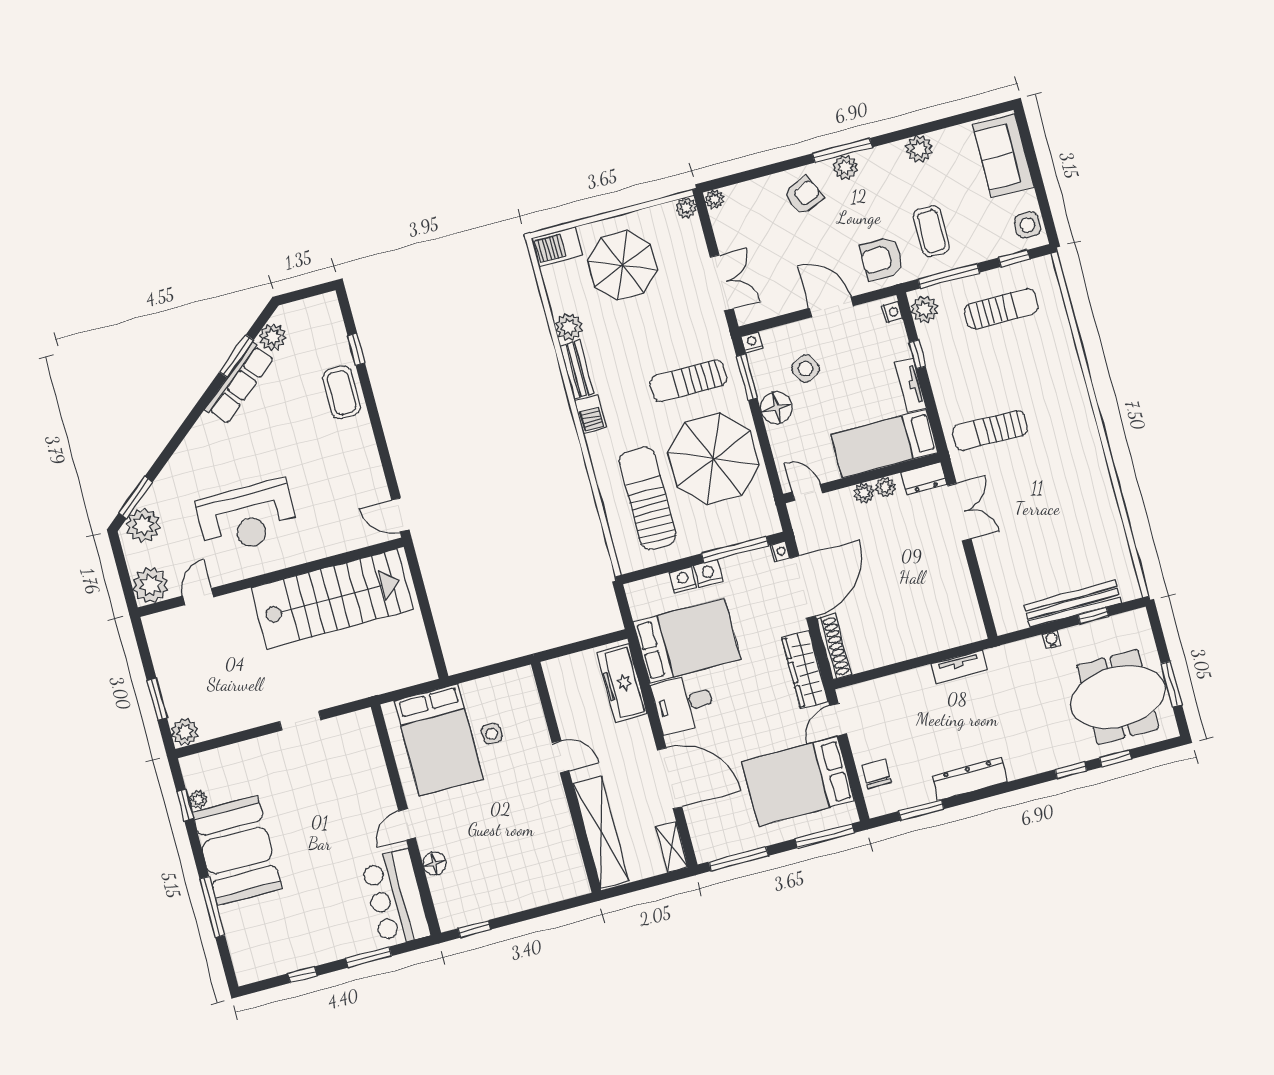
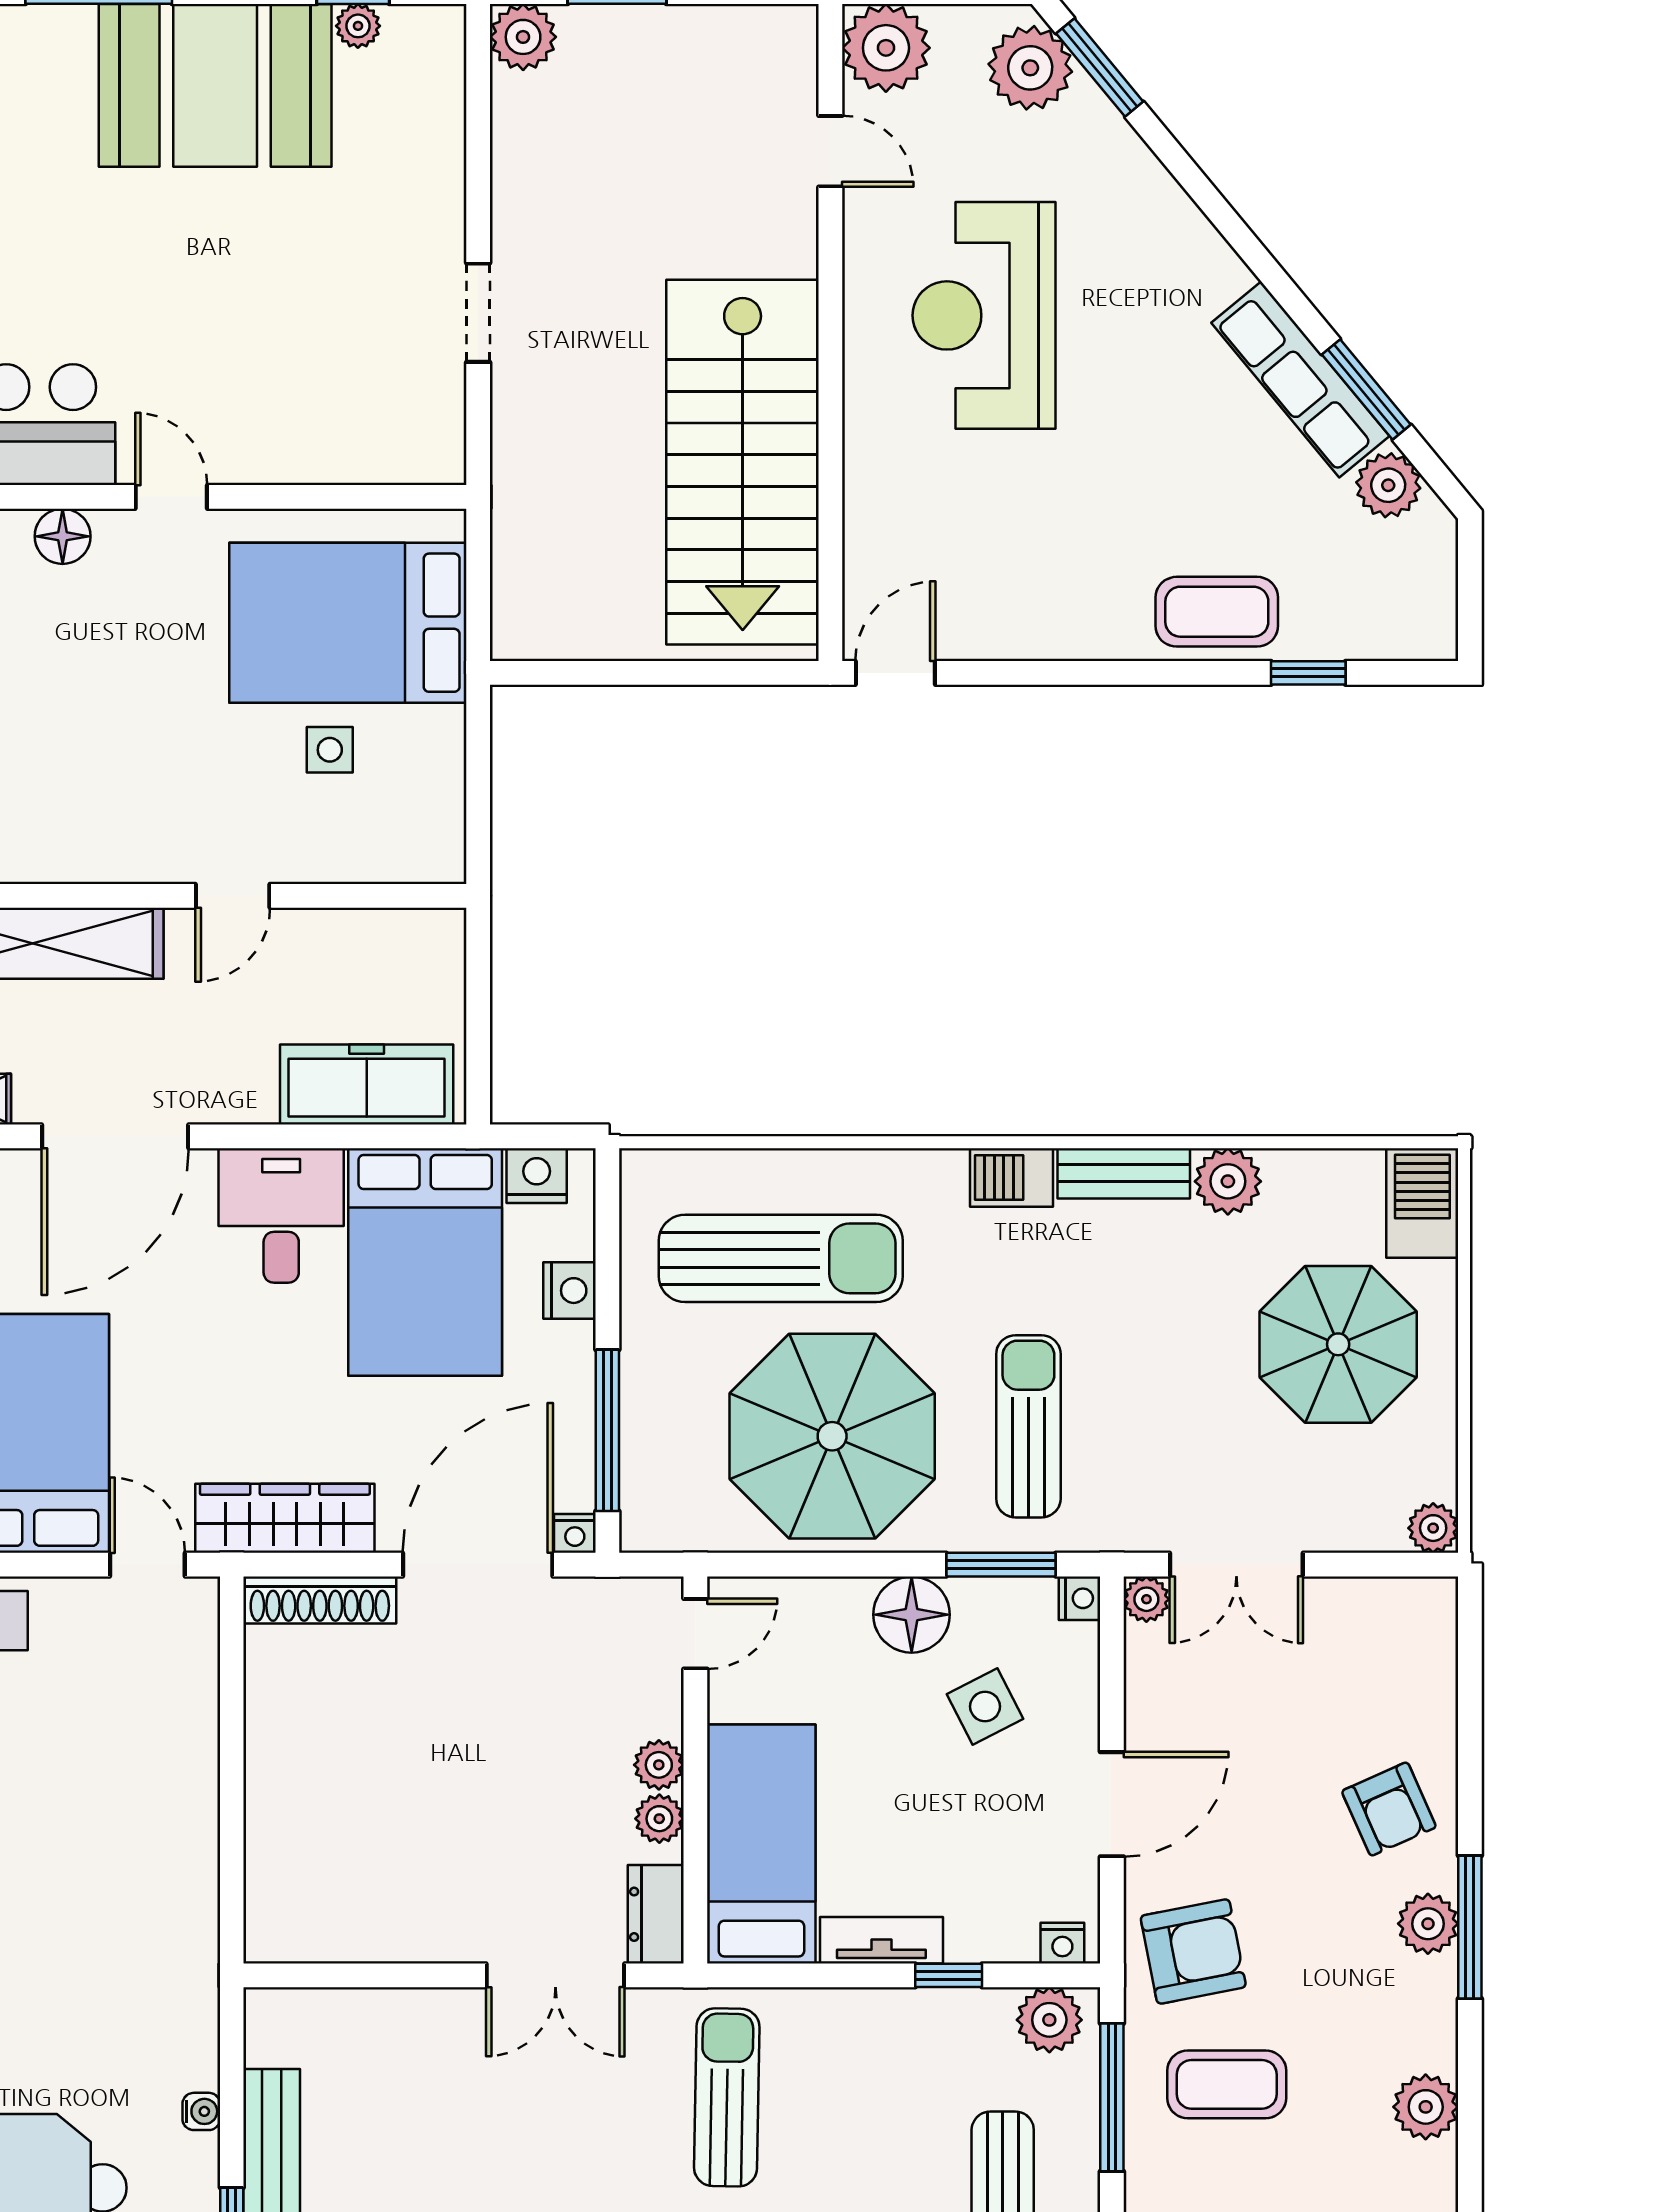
plant: (714, 199) -> (1146, 1599), moved
armchair: (882, 259) -> (1193, 1951), turned 79
nightstand: (708, 573) -> (537, 1176), moved, turned -90
door: (803, 587) -> (478, 1565), swing flipped
tv unit: (959, 667) -> (195, 1879), removed

